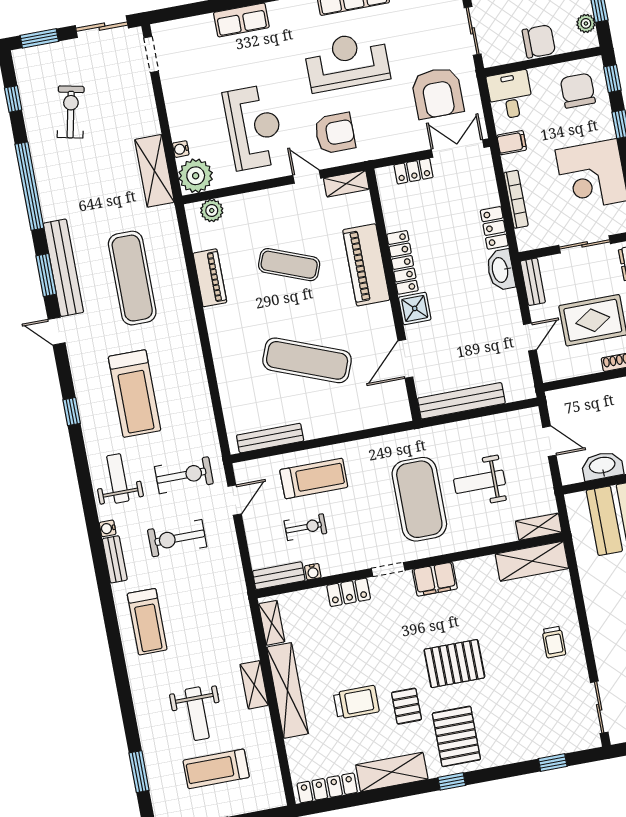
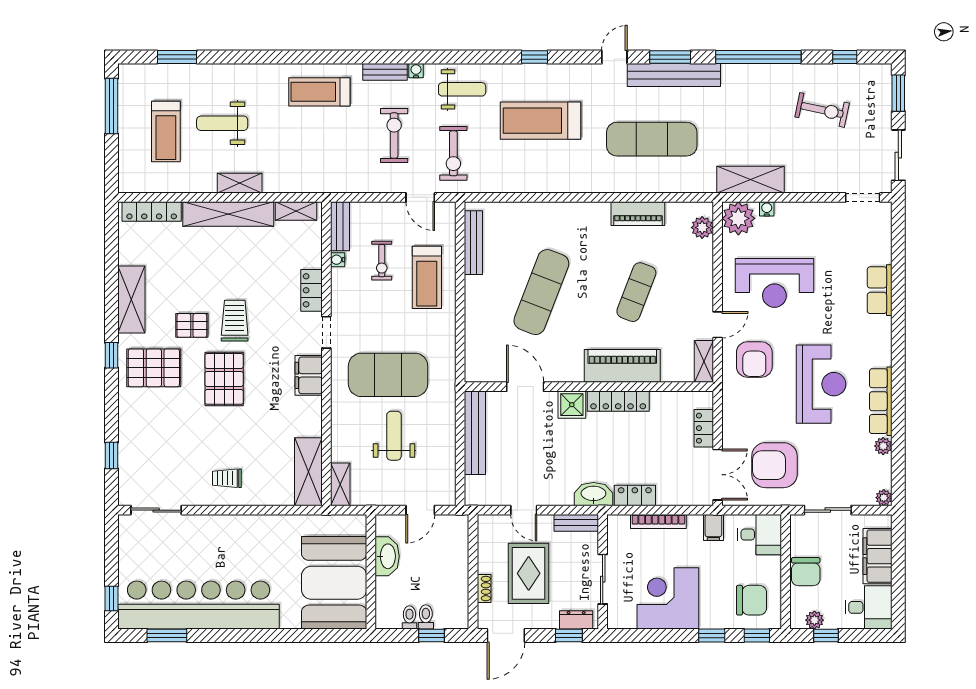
trolley: (356, 702) -> (235, 321), moved, turned 180
treadmill: (216, 769) -> (166, 132), turned 180
locker: (327, 788) -> (152, 211), moved, turned 90

